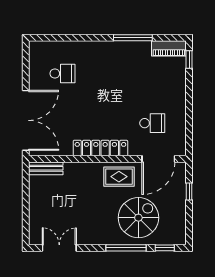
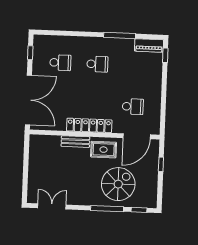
window: (26, 63) -> (30, 53), added
school desk: (107, 74) -> (97, 64), added
bench: (46, 168) -> (75, 142), moved

